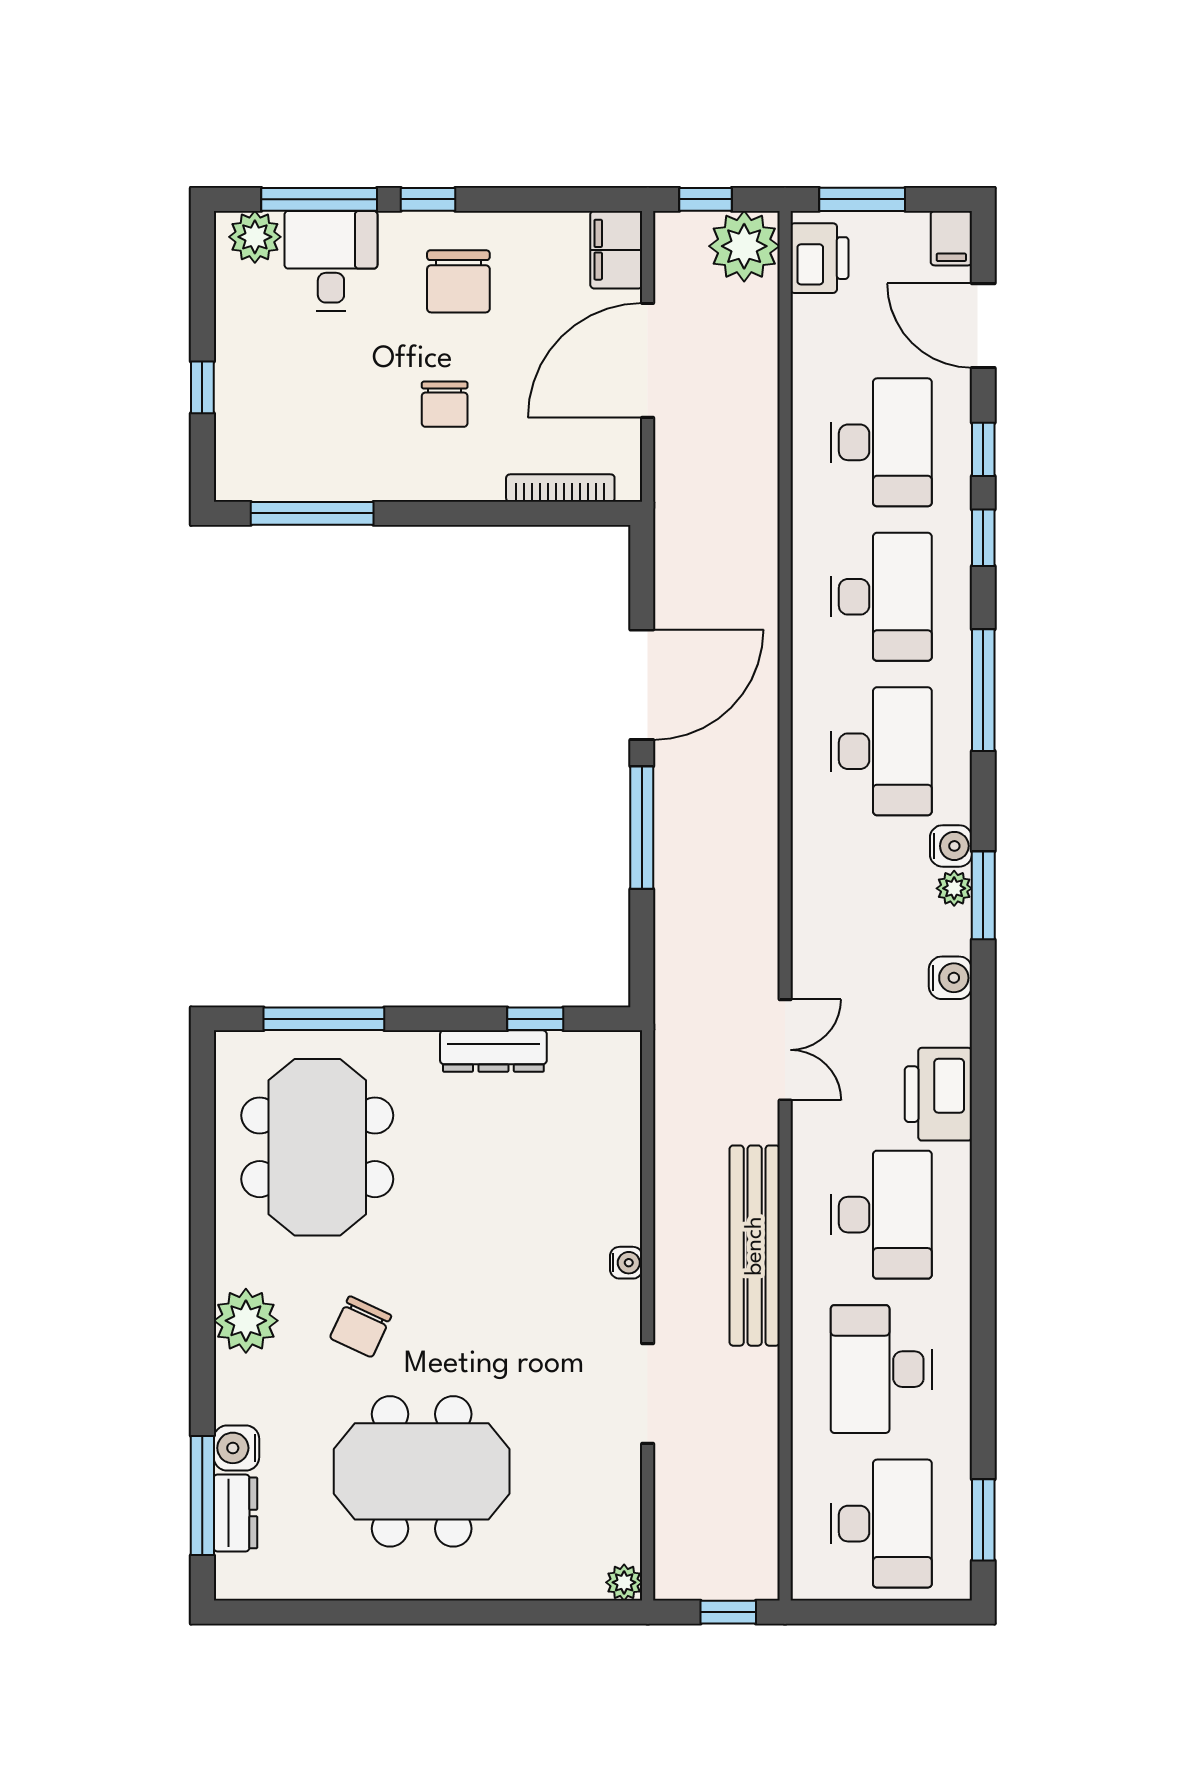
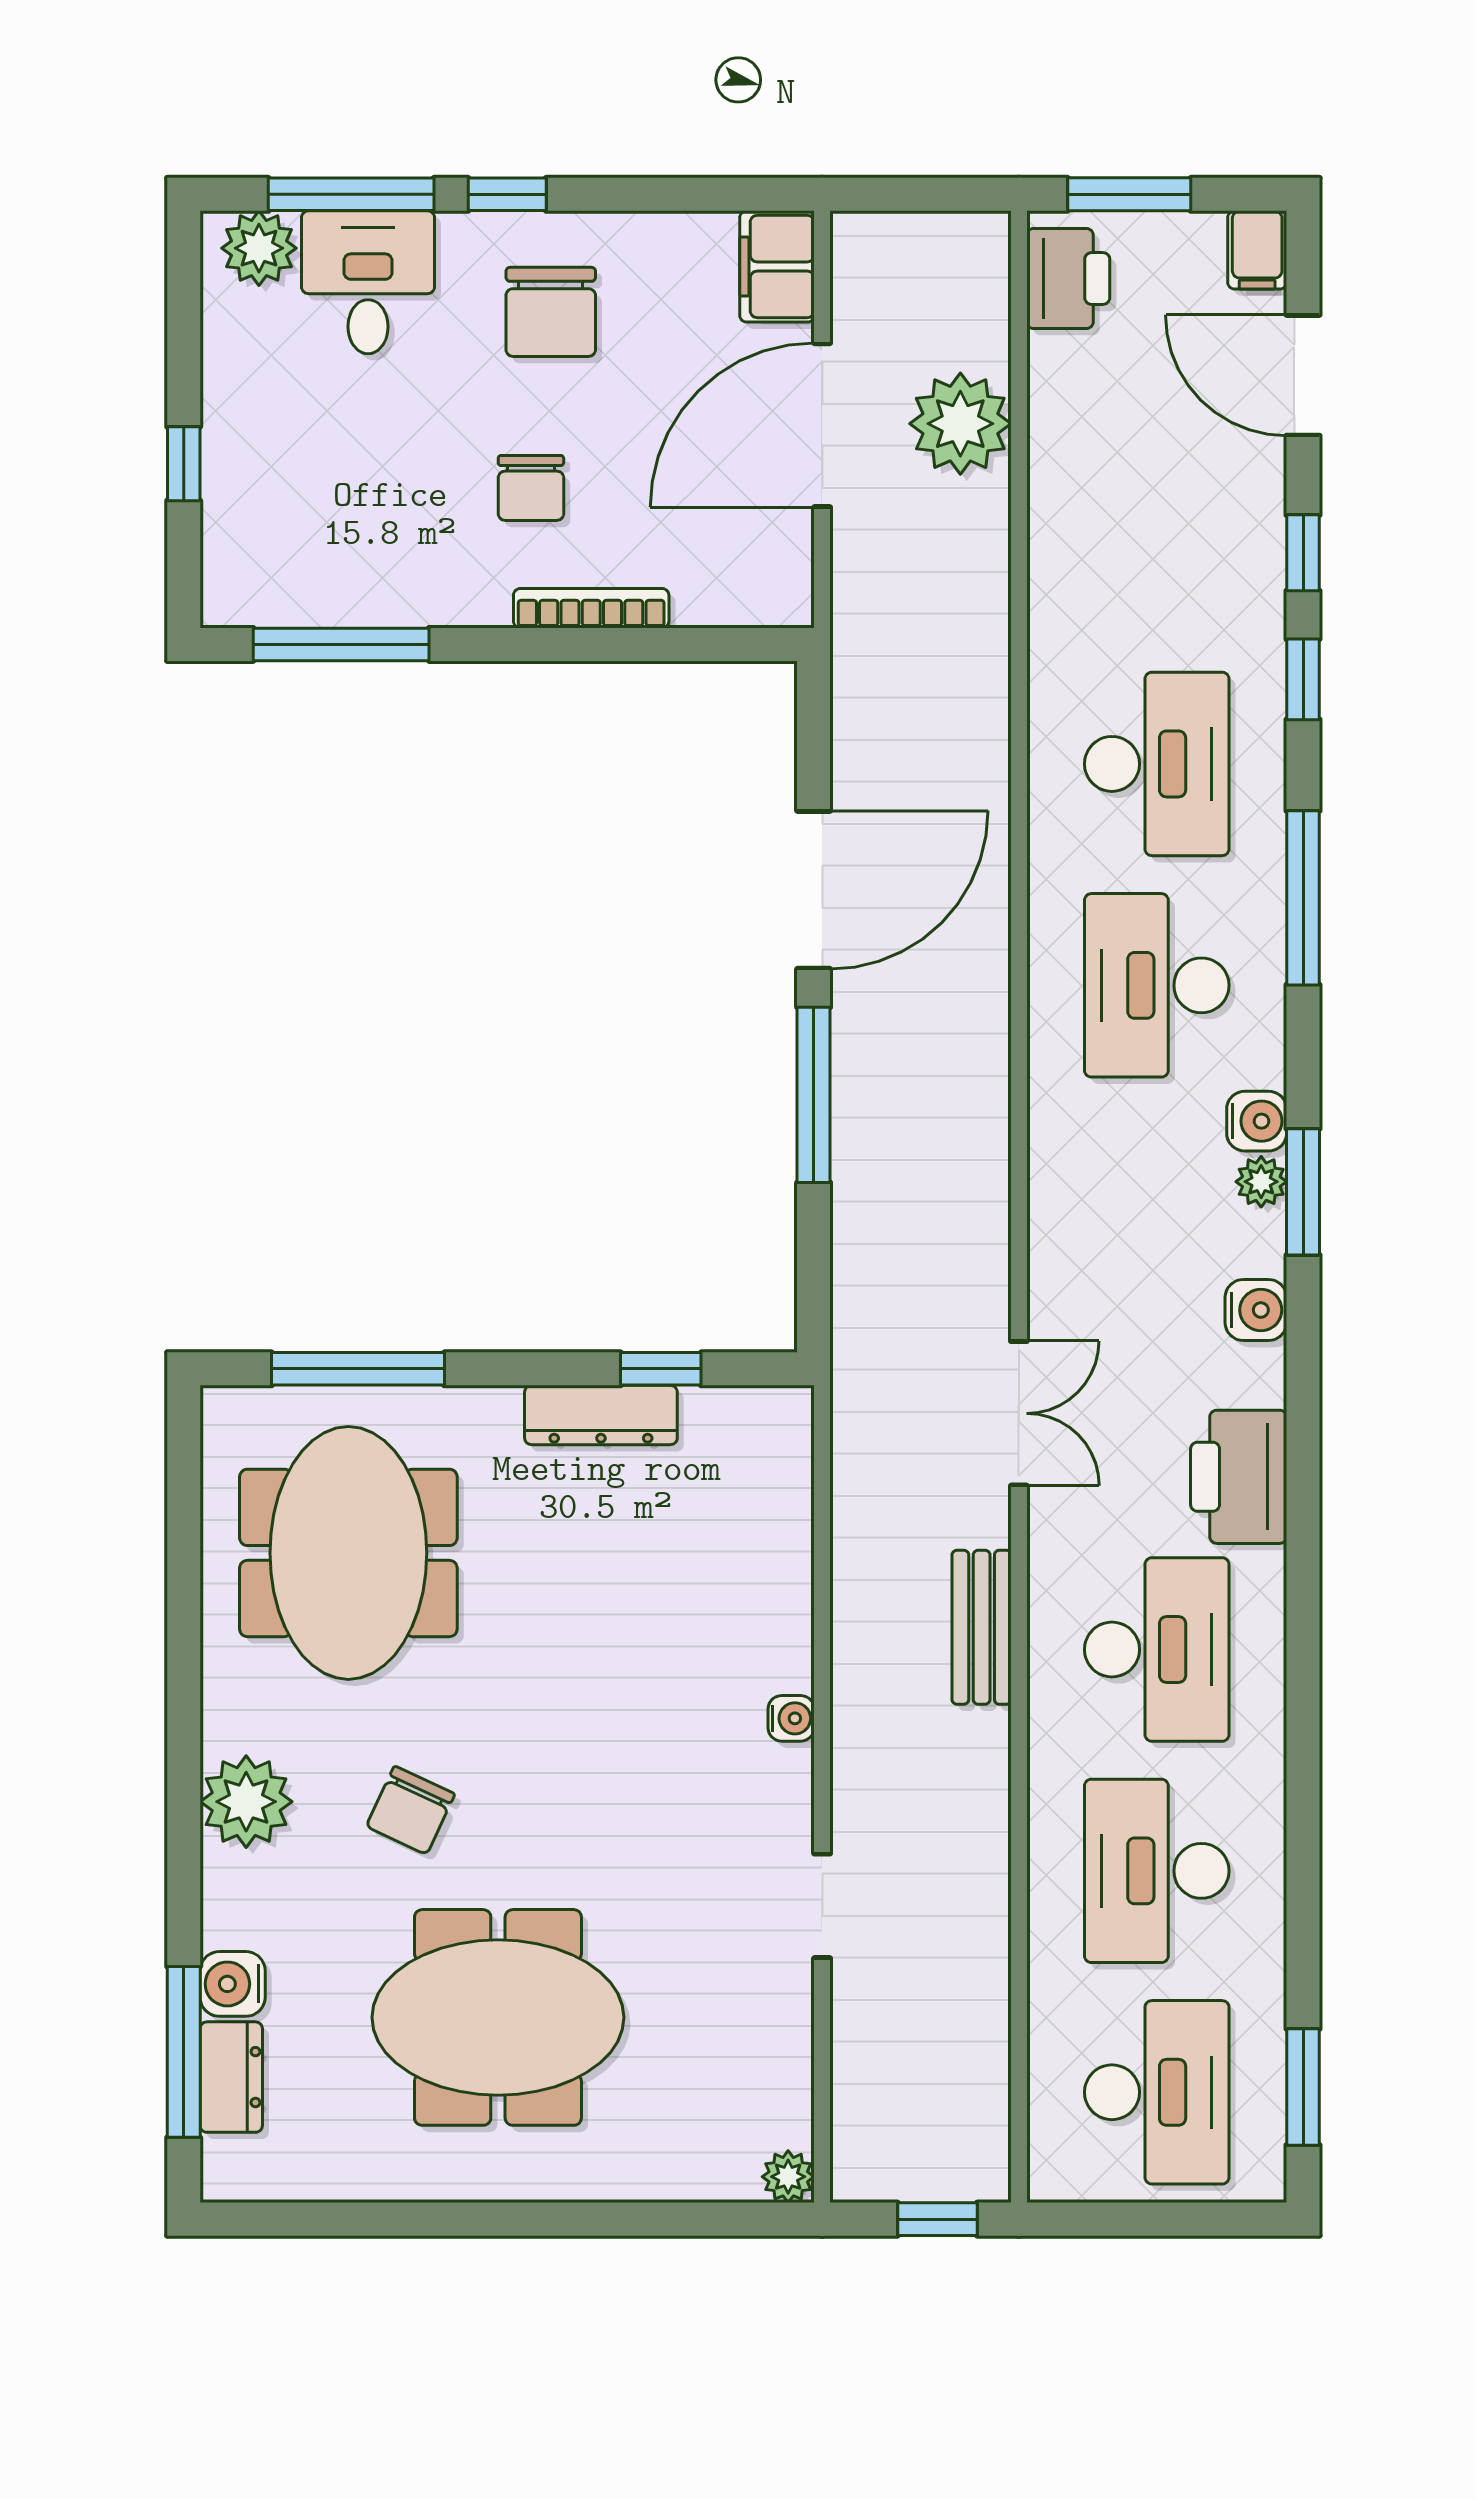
window: (705, 199) -> (905, 194), removed
plant: (744, 246) -> (960, 424), moved
desk: (881, 442) -> (1157, 543), removed
bookcase: (560, 488) -> (591, 608), moved
desk: (881, 751) -> (1157, 985), turned 180
bench: (755, 1246) -> (982, 1627), width x0.54, depth x0.82
doorway: (648, 1393) -> (822, 1906), width x0.73

